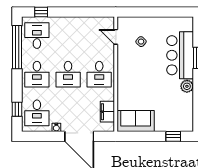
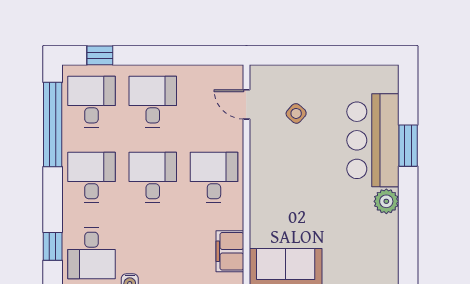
desk: (68, 36) -> (153, 102), added
desk: (37, 74) -> (92, 178), turned 180
desk: (68, 74) -> (153, 178), turned 180
desk: (99, 74) -> (214, 178), turned 180

